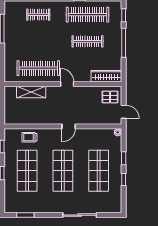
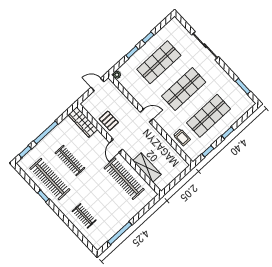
pallet: (110, 97) -> (109, 121), moved
door: (124, 112) -> (97, 84), hinge flipped

